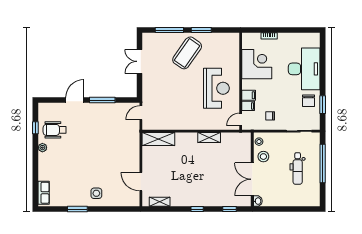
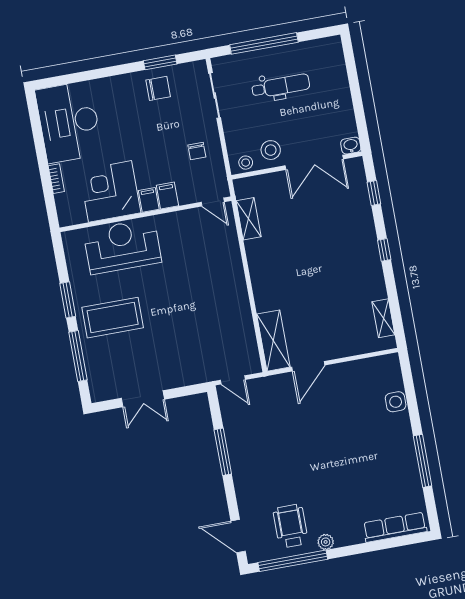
coffee table: (187, 53) -> (113, 318), turned -35
desk: (304, 69) -> (69, 122), moved, turned -90
reception desk: (216, 88) -> (122, 246), moved
door: (75, 100) -> (238, 536), moved
filing cabinet: (248, 106) -> (149, 200), moved
window: (35, 128) -> (293, 561), width x3.17
wheelchair: (55, 130) -> (291, 526), turned 180
shelving: (209, 138) -> (249, 219), moved
door: (141, 182) -> (308, 366), moved
row of seats: (44, 193) -> (395, 527), width x1.48
side table: (96, 193) -> (396, 402), moved
window: (77, 209) -> (423, 461), width x1.44

